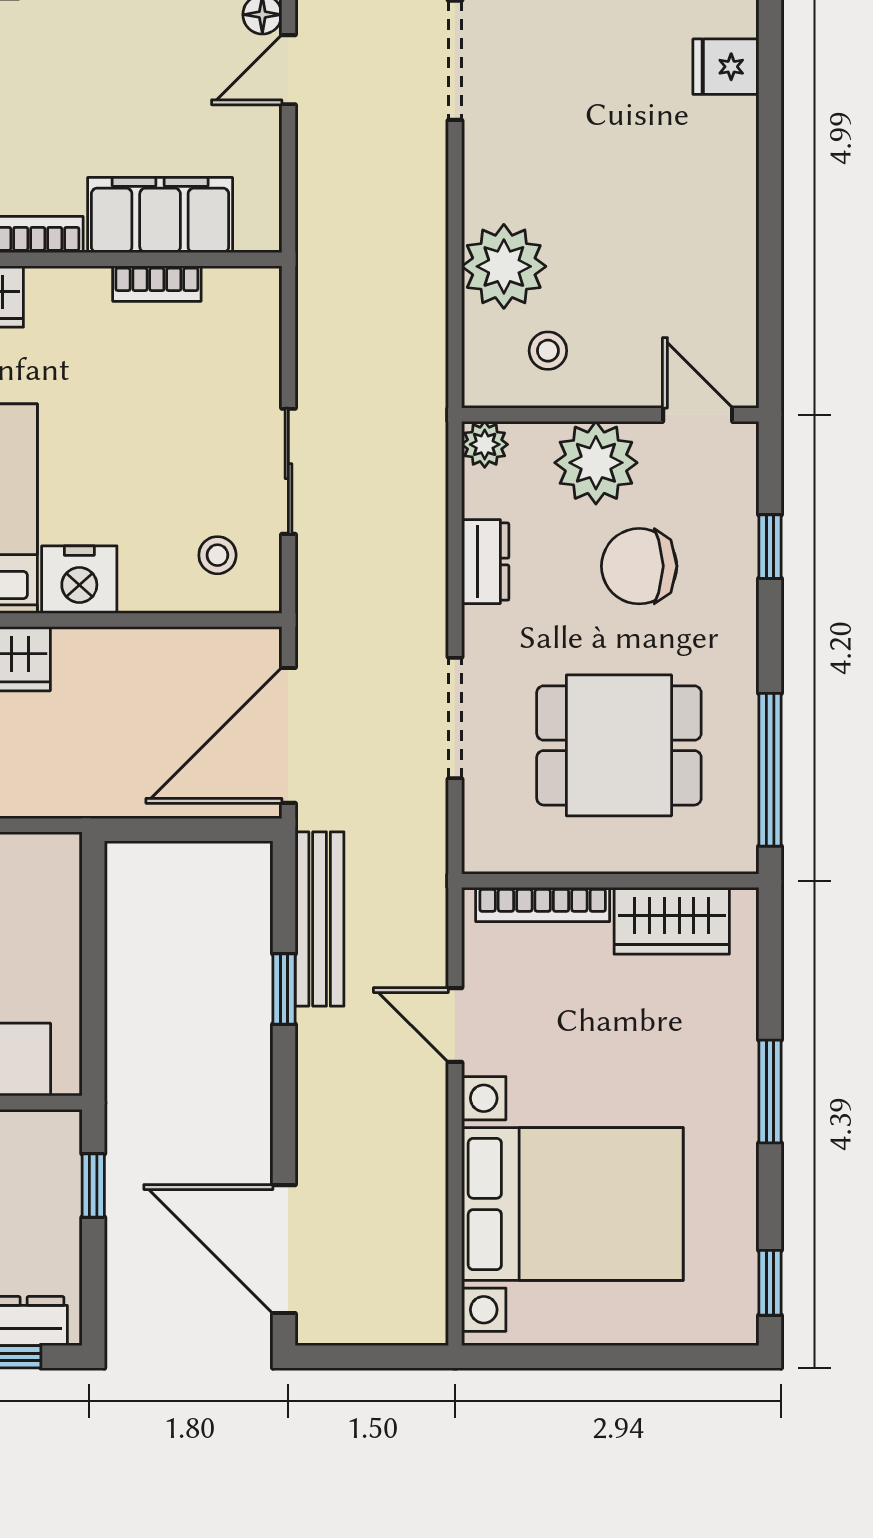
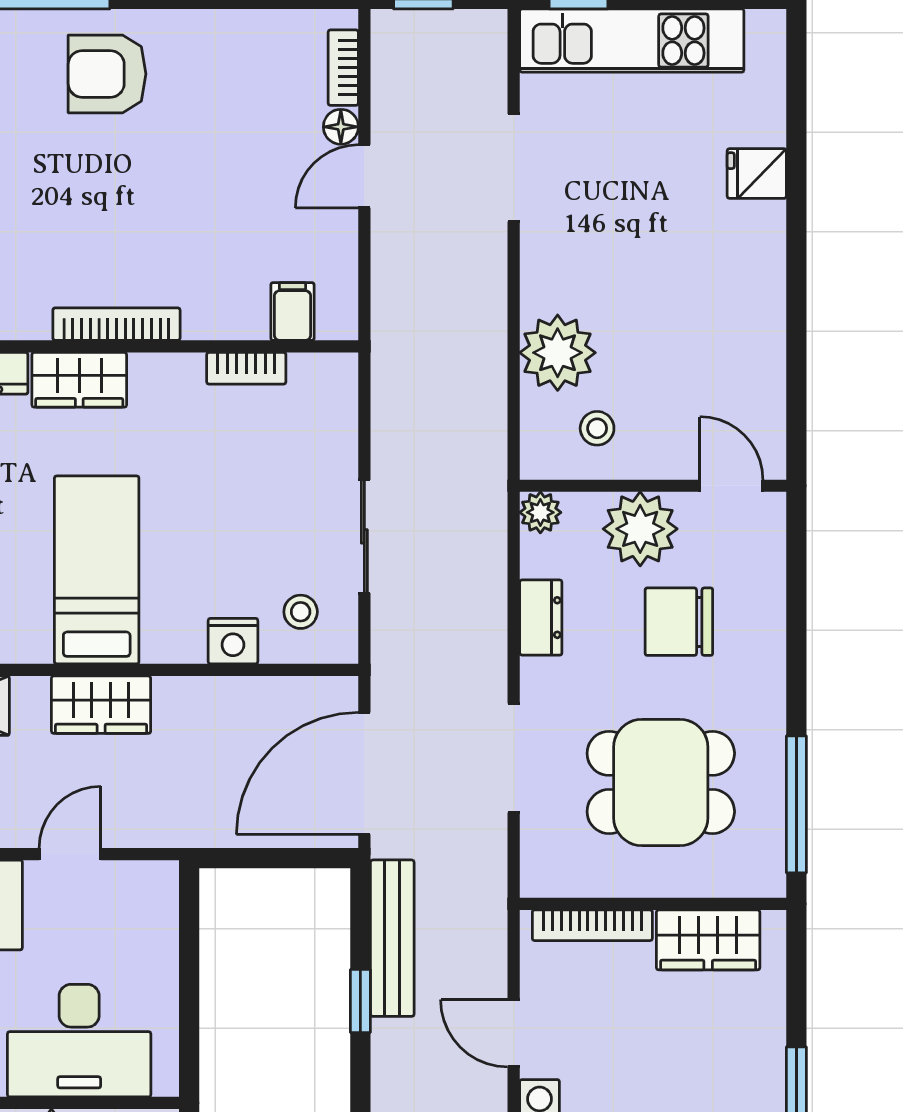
filing cabinet: (160, 215) -> (292, 311), width x0.33, depth x0.86
window: (770, 547) -> (796, 604), removed
nightstand: (79, 580) -> (233, 641), moved, width x0.74, depth x0.75

